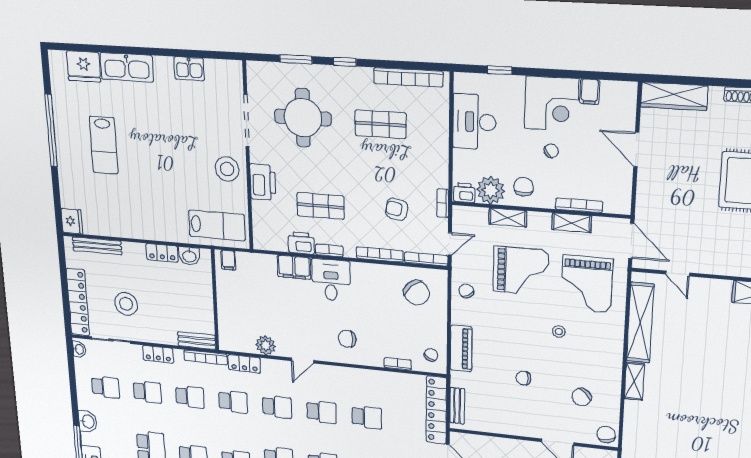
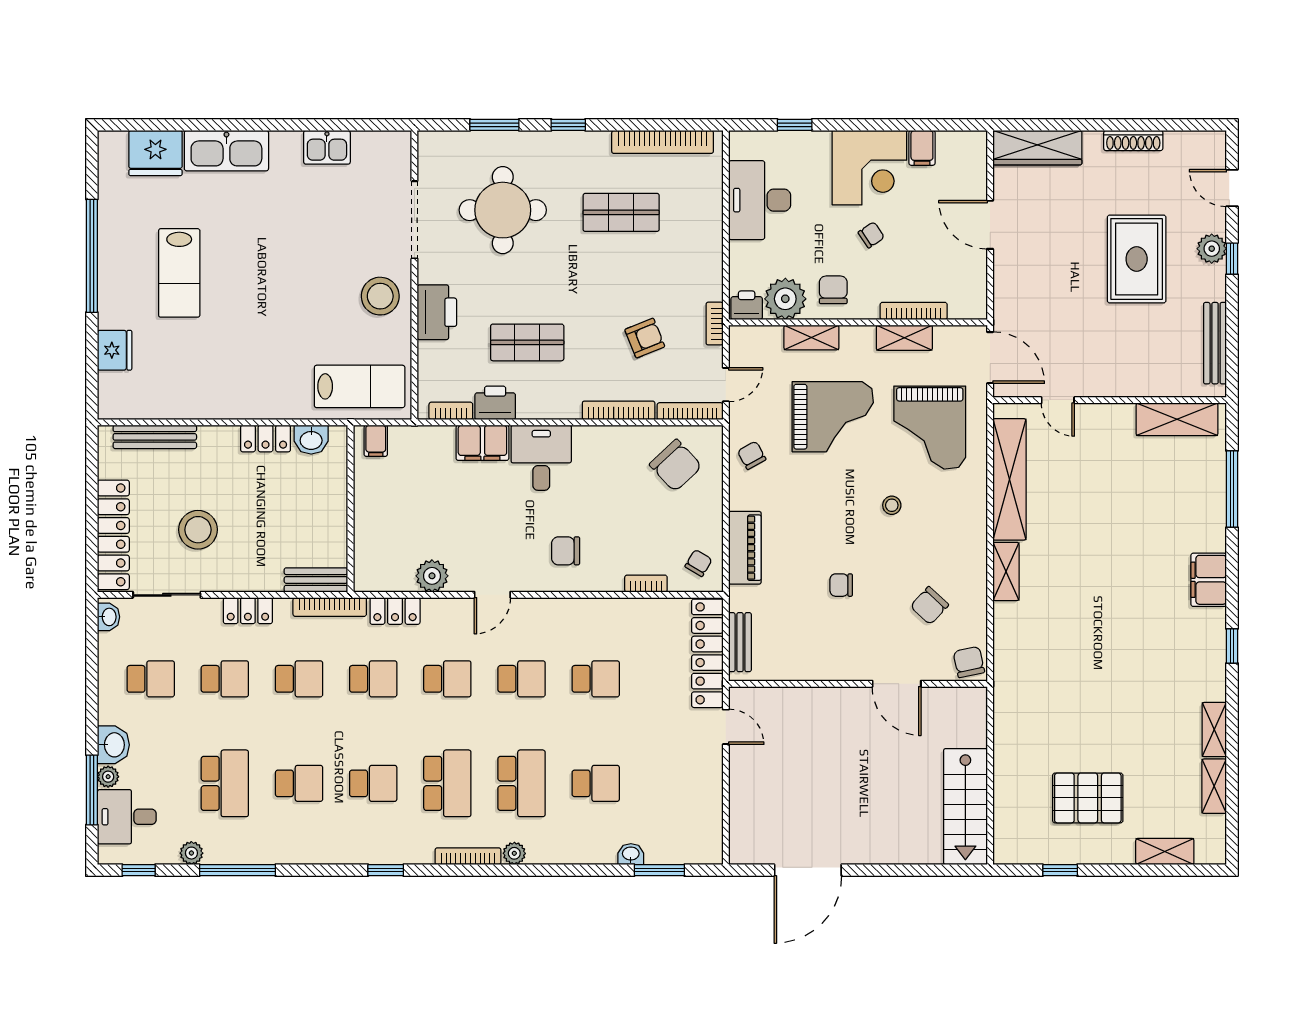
armchair: (397, 209) -> (645, 338), turned 148
fridge: (72, 221) -> (115, 350), moved
bookcase: (329, 250) -> (451, 411), moved
plant: (86, 439) -> (108, 777), added

